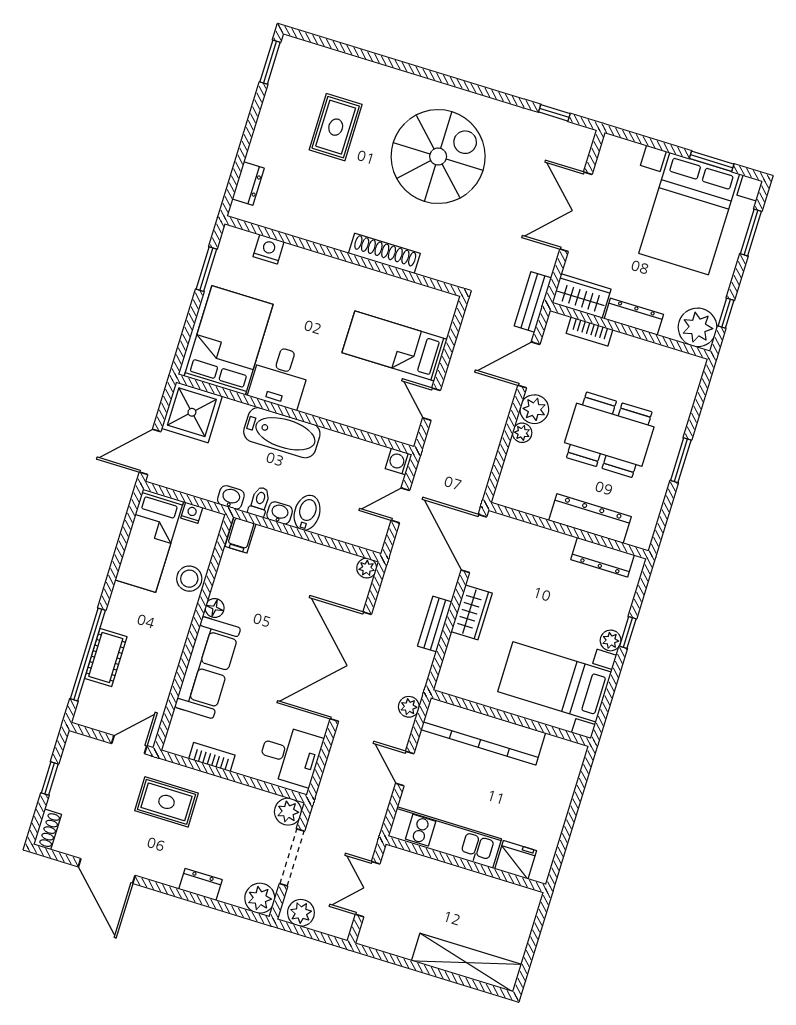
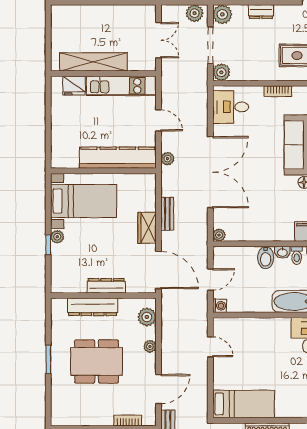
bed: (395, 346) -> (244, 404), moved
plant: (534, 409) -> (147, 317), moved
dresser: (603, 557) -> (106, 286), moved
shelving: (467, 963) -> (93, 62), moved

